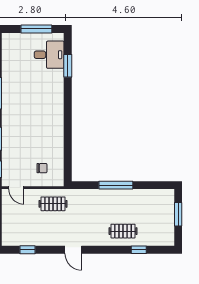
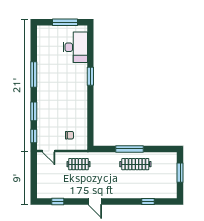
desk: (49, 55) -> (75, 47), width x1.37
window: (68, 66) -> (90, 76), moved
clothes rail: (123, 231) -> (135, 164), moved, width x1.36

